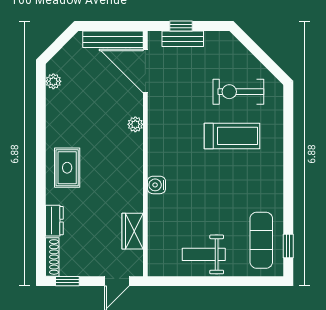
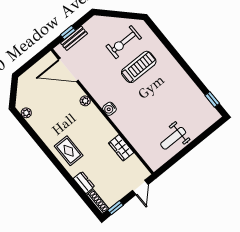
bench: (113, 39) -> (39, 67), removed
water cooler: (157, 185) -> (109, 109), moved
wardrobe: (133, 231) -> (121, 148), moved
exercise mat: (261, 240) -> (196, 107), removed

